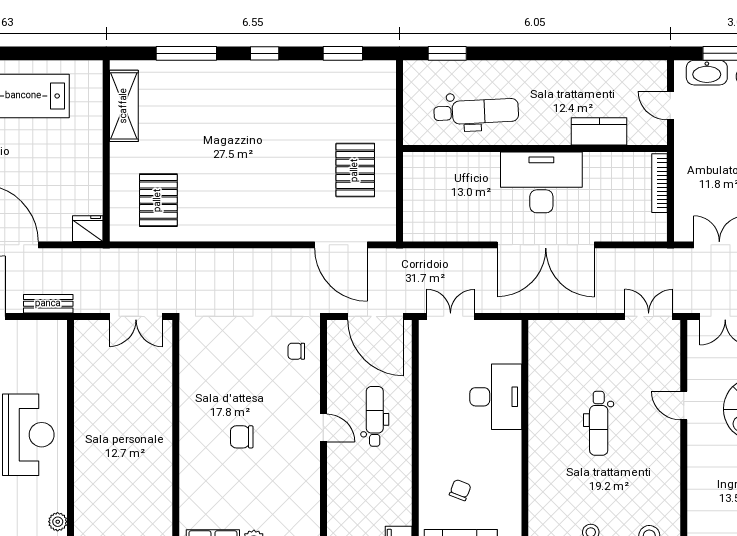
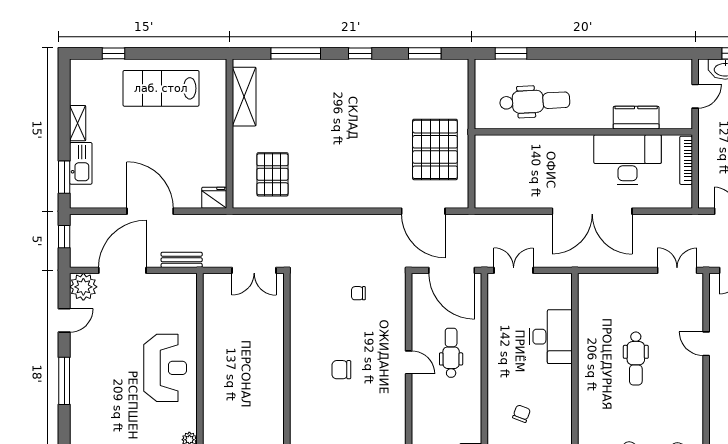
door: (670, 106) -> (695, 96), swing flipped
pallet: (355, 170) -> (435, 149), width x1.37, depth x1.41
desk: (541, 182) -> (628, 160), moved
chair: (296, 351) -> (358, 293), moved

